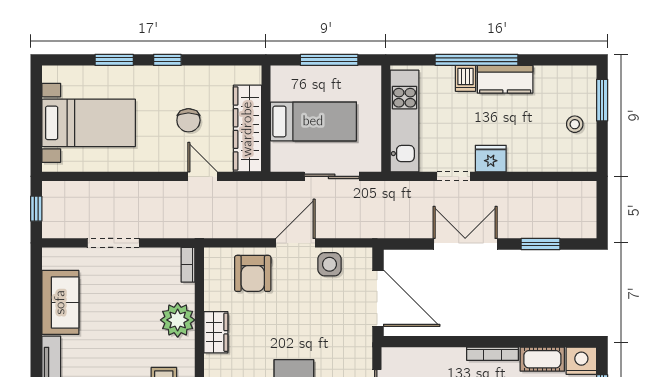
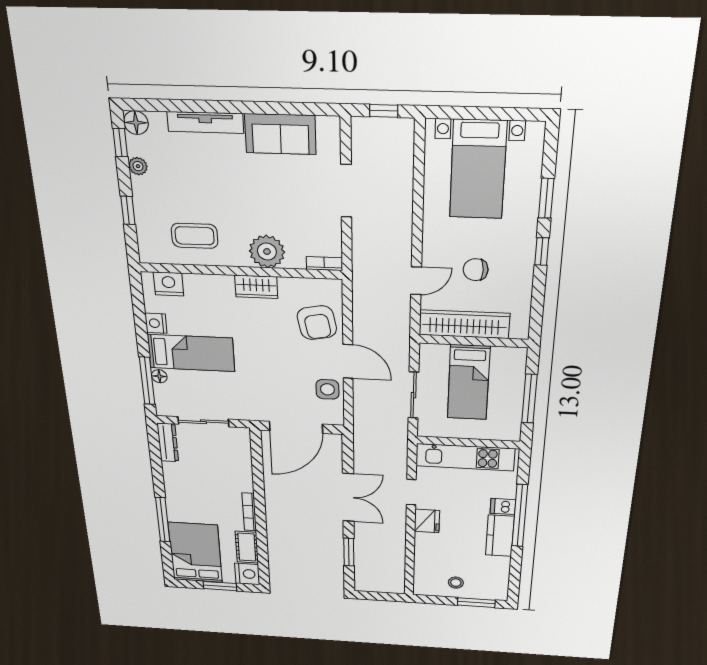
armchair: (253, 273) -> (317, 323), turned -101

